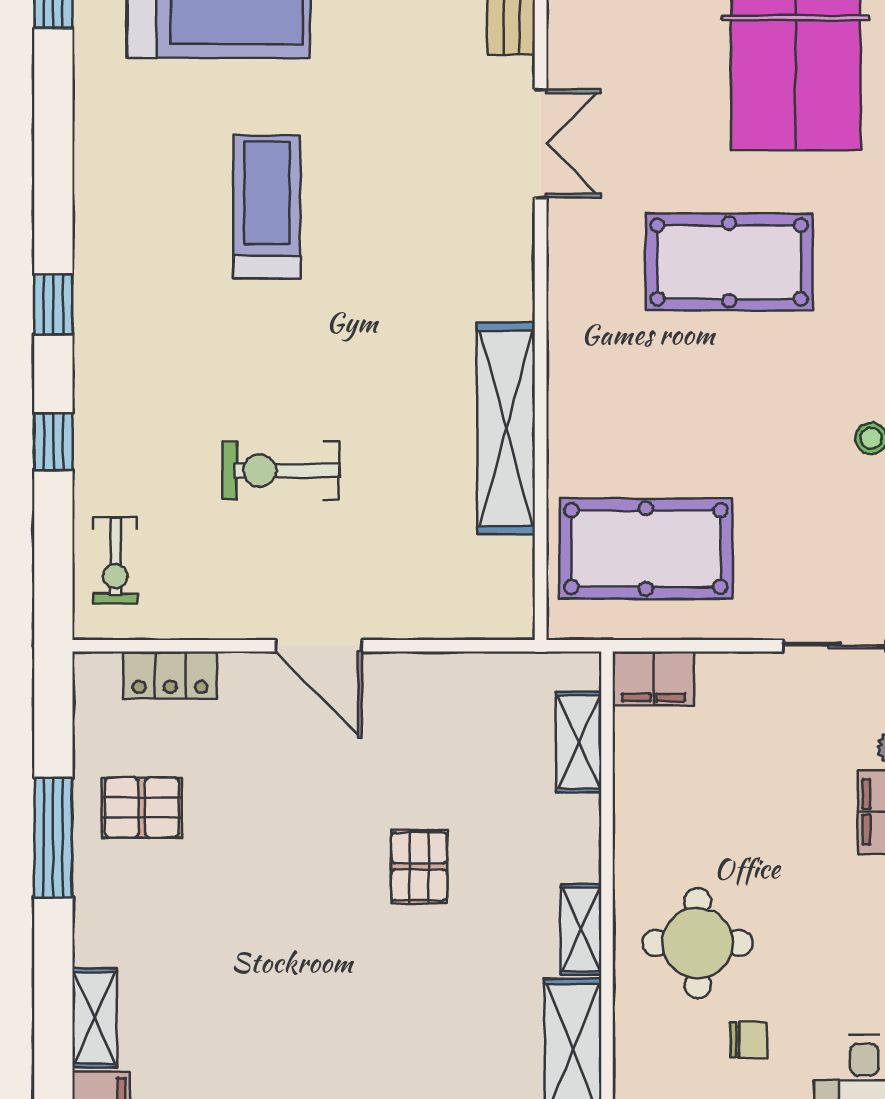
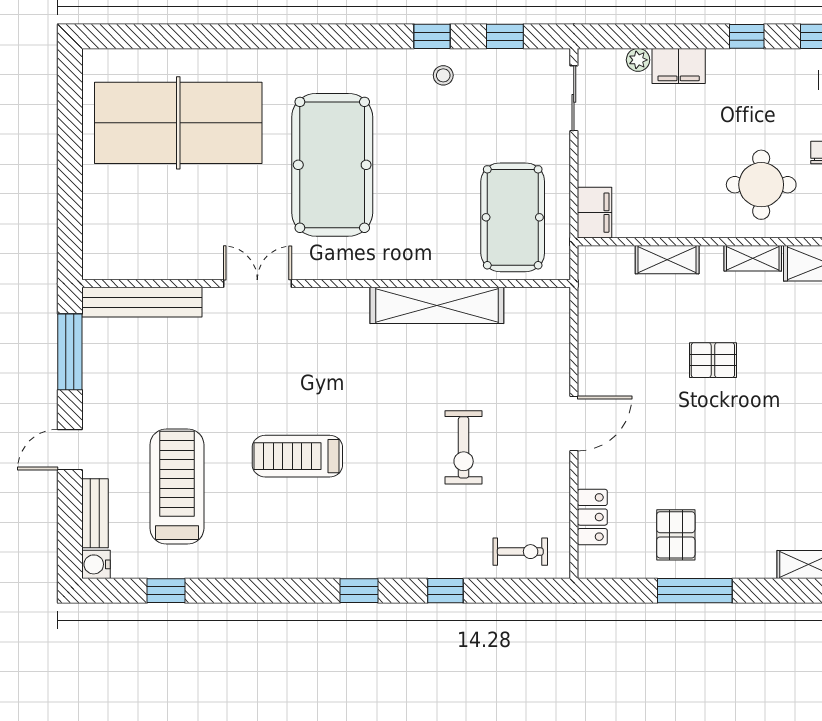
pool table: (729, 262) -> (332, 165), width x1.36, depth x1.32
shelving: (579, 742) -> (667, 260), moved

